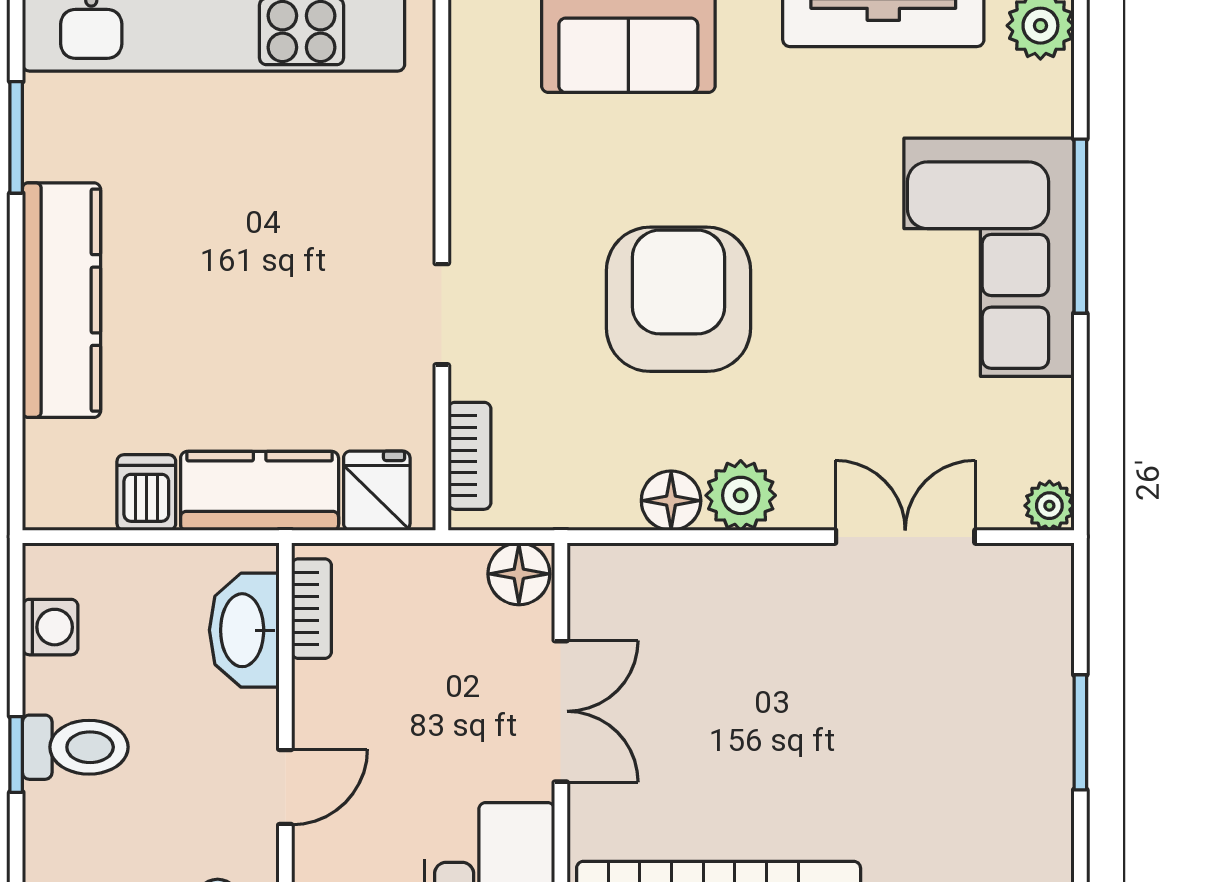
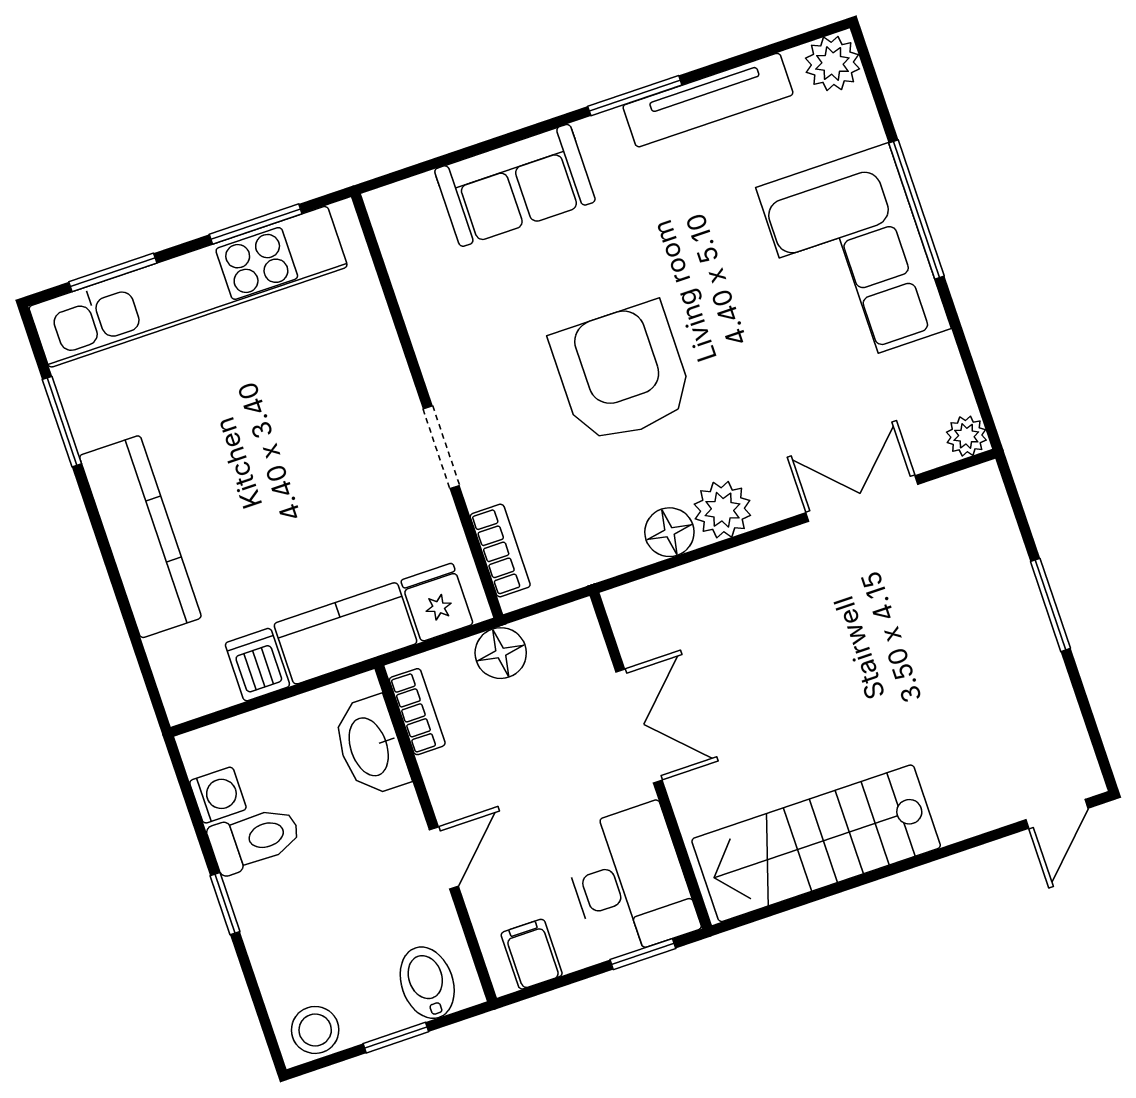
floor lamp: (519, 574) -> (501, 653), moved
toilet: (75, 747) -> (255, 839), moved

